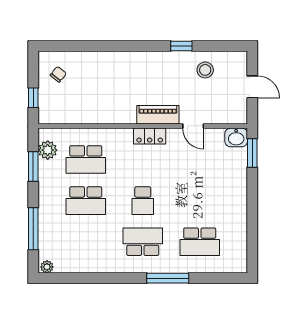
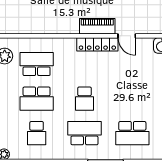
locker: (150, 136) -> (97, 44), width x1.53
school desk: (86, 159) -> (37, 64), turned 180
school desk: (86, 242) -> (37, 133), added

